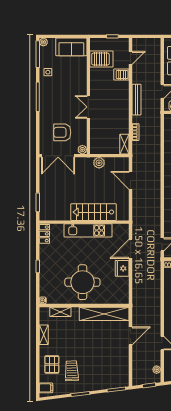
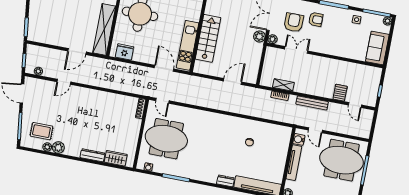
server rack: (101, 59) -> (359, 76), removed
double door: (88, 107) -> (296, 50), moved
armchair: (55, 112) -> (316, 19), added
shelving: (124, 144) -> (283, 85), moved
plant: (99, 163) -> (259, 36), moved
kitchen unit: (88, 230) -> (188, 45), moved
fridge: (122, 268) -> (125, 52), moved
door: (131, 336) -> (77, 52), hinge flipped

